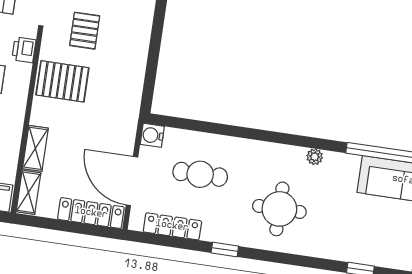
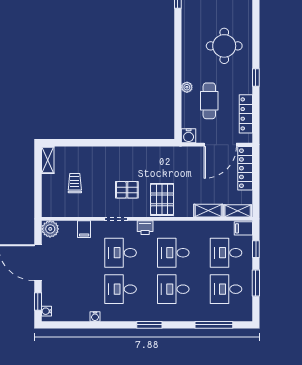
plant: (315, 157) -> (187, 87), moved

